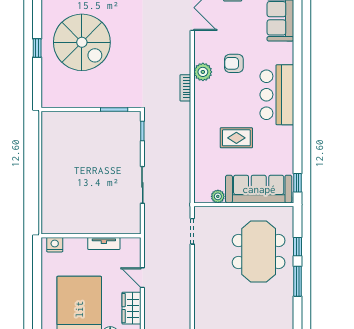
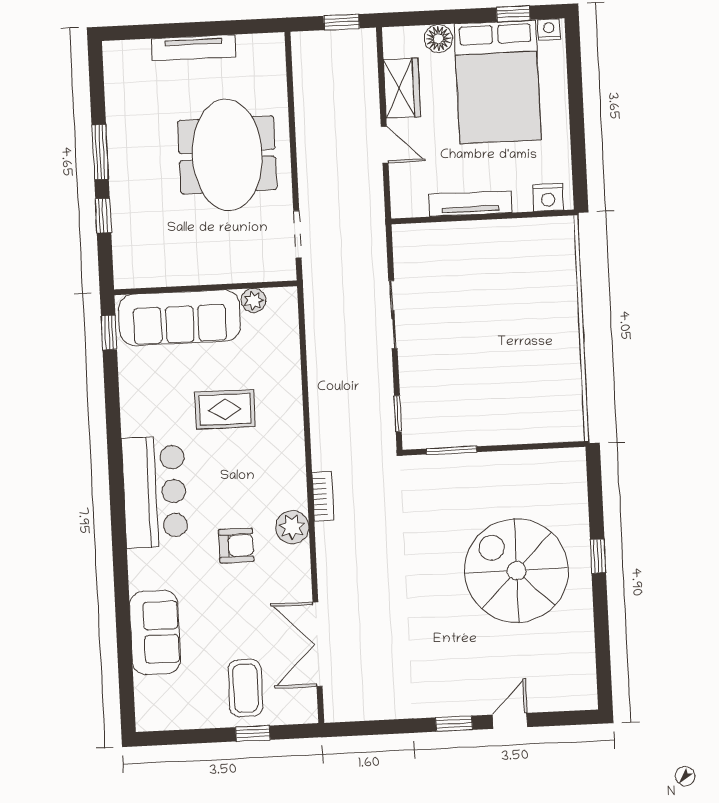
tv unit: (104, 243) -> (470, 203), width x1.41
meeting table: (259, 251) -> (227, 155), moved

